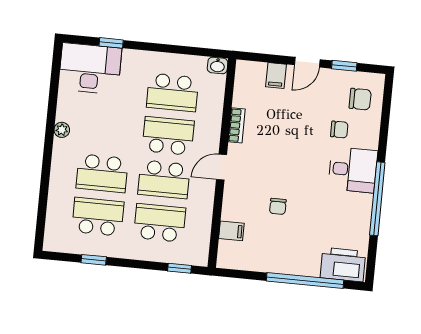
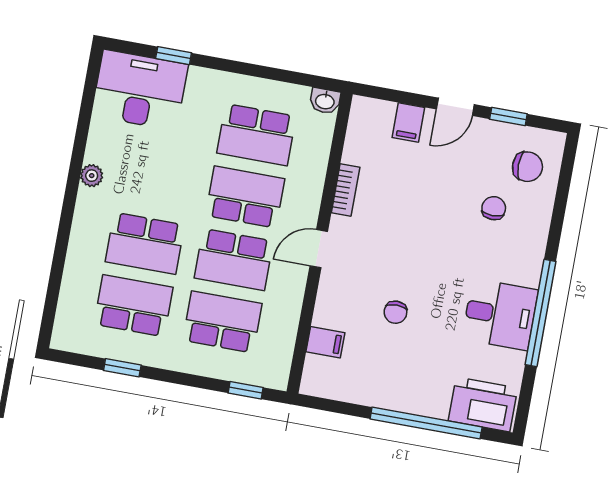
chair: (339, 130) -> (494, 208), turned -90
desk: (353, 170) -> (500, 314), moved

